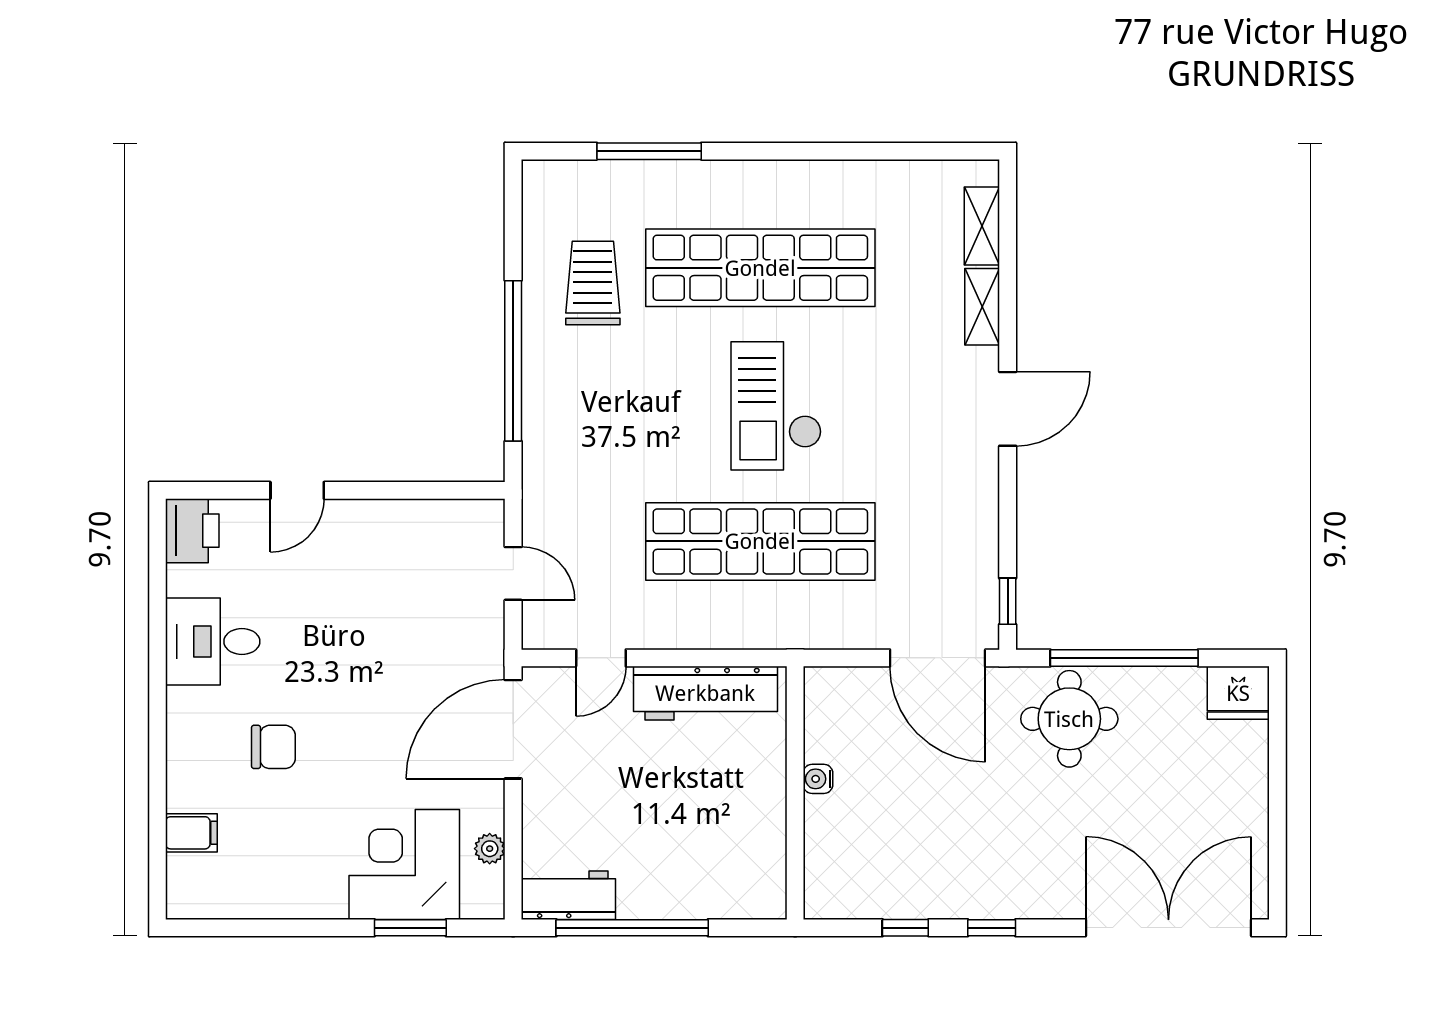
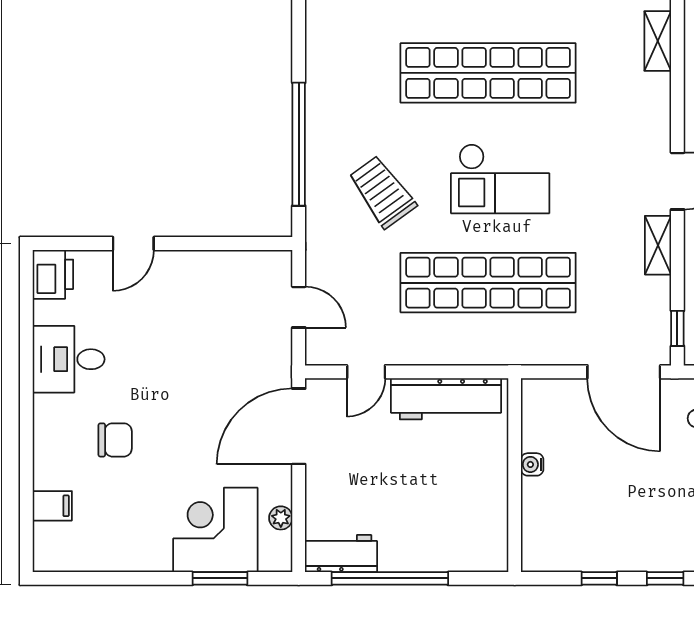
trolley: (593, 283) -> (382, 192), moved, turned -36
shelving: (982, 307) -> (658, 245), moved
checkout: (776, 406) -> (500, 179), turned -90

